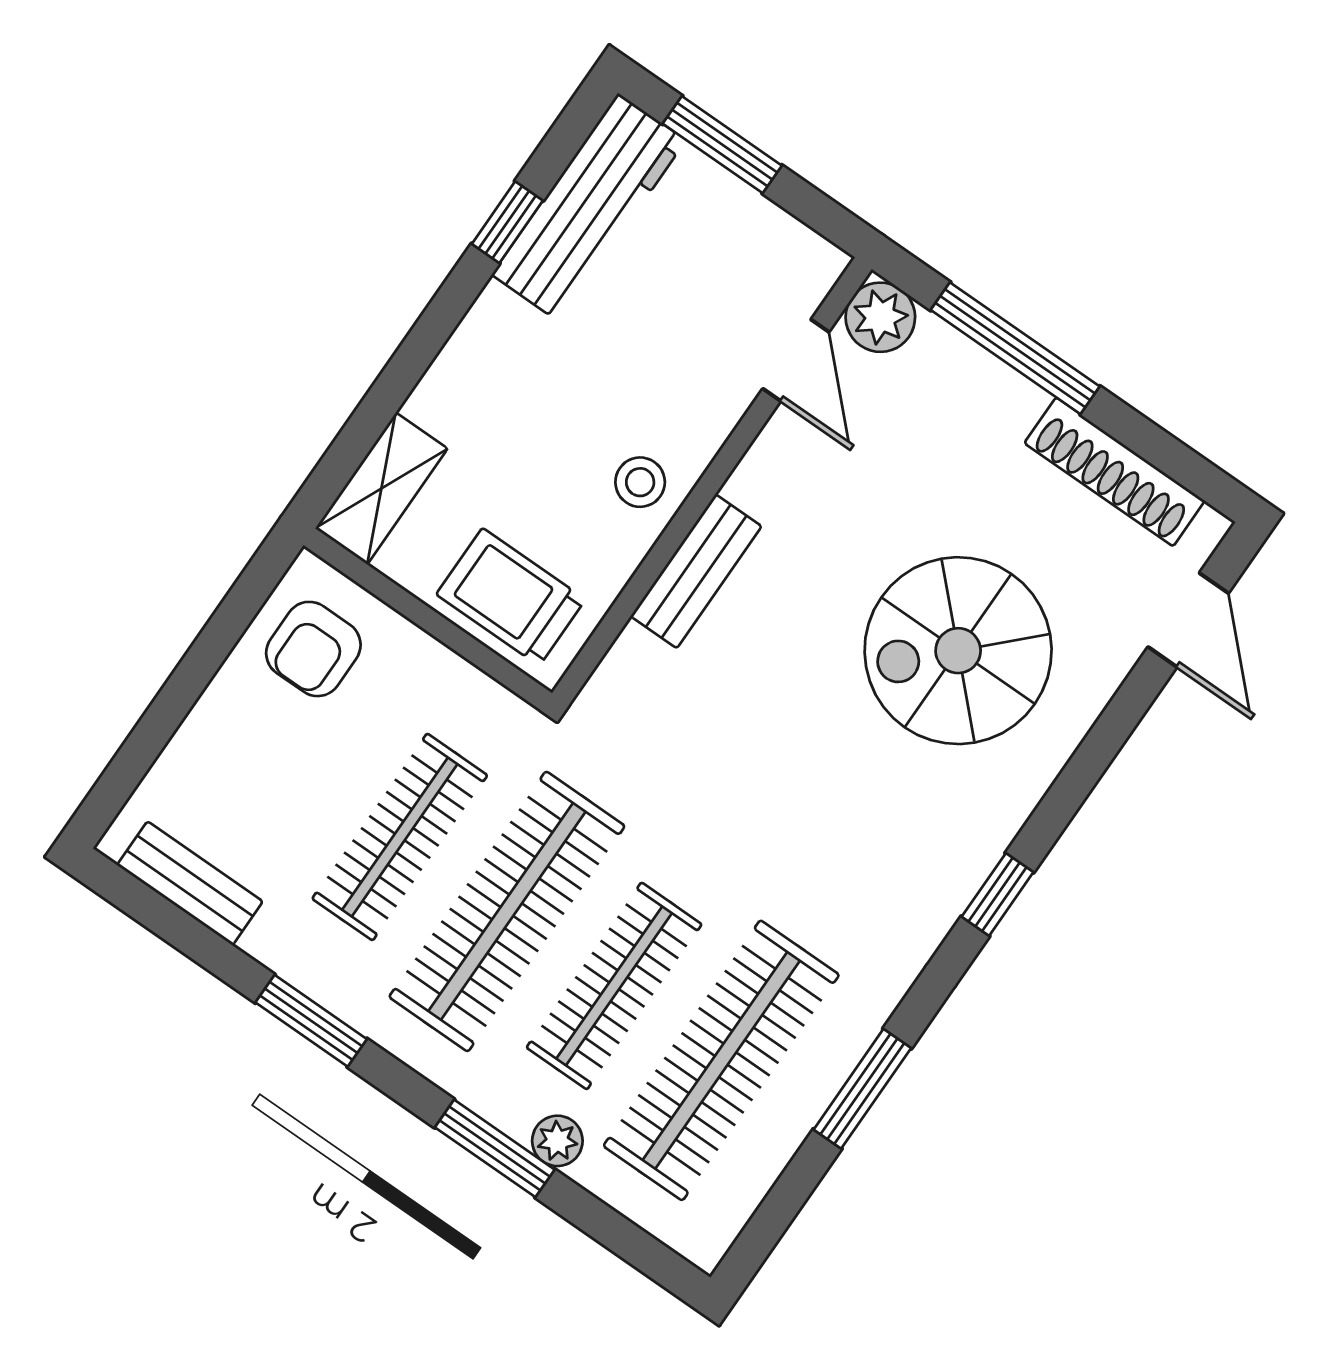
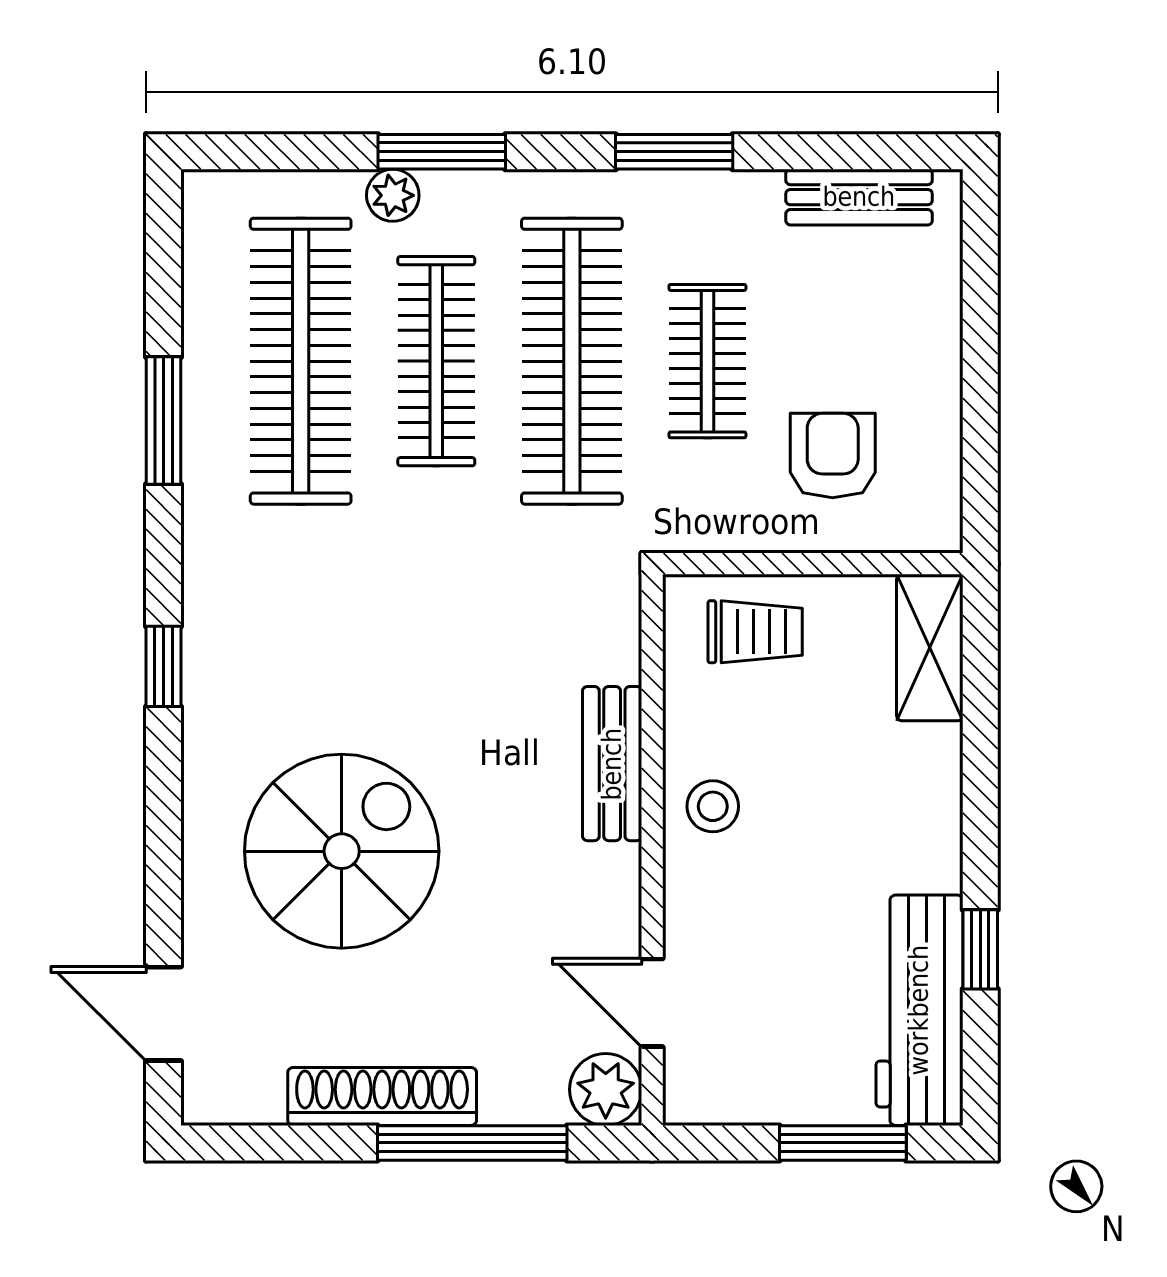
shoe rack: (1115, 472) -> (382, 1096), moved
trolley: (511, 597) -> (755, 632), width x0.73, depth x0.72
armchair: (313, 649) -> (833, 456), moved
clothes rail: (400, 837) -> (707, 361), width x0.73

